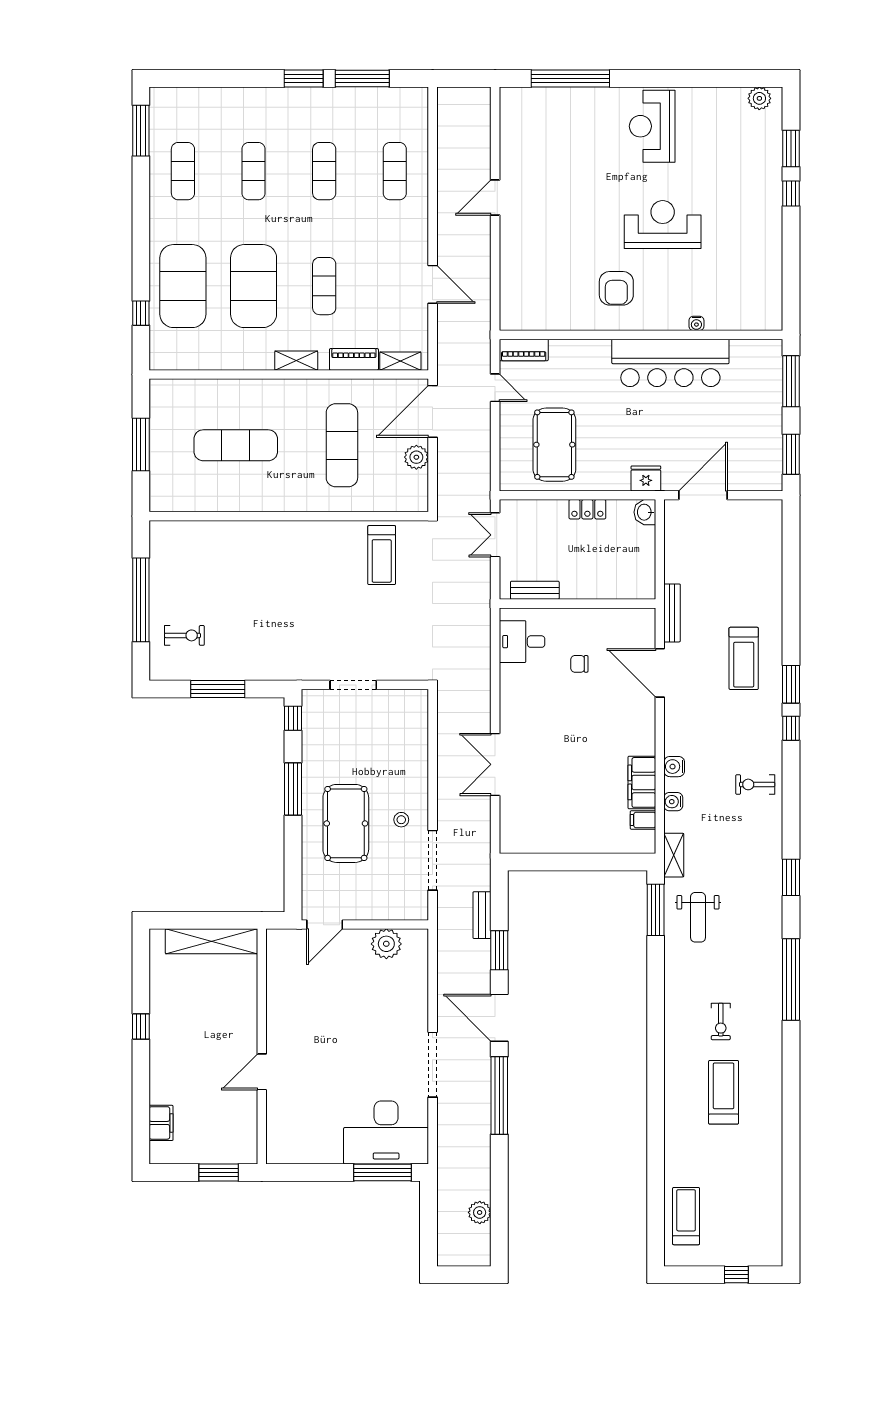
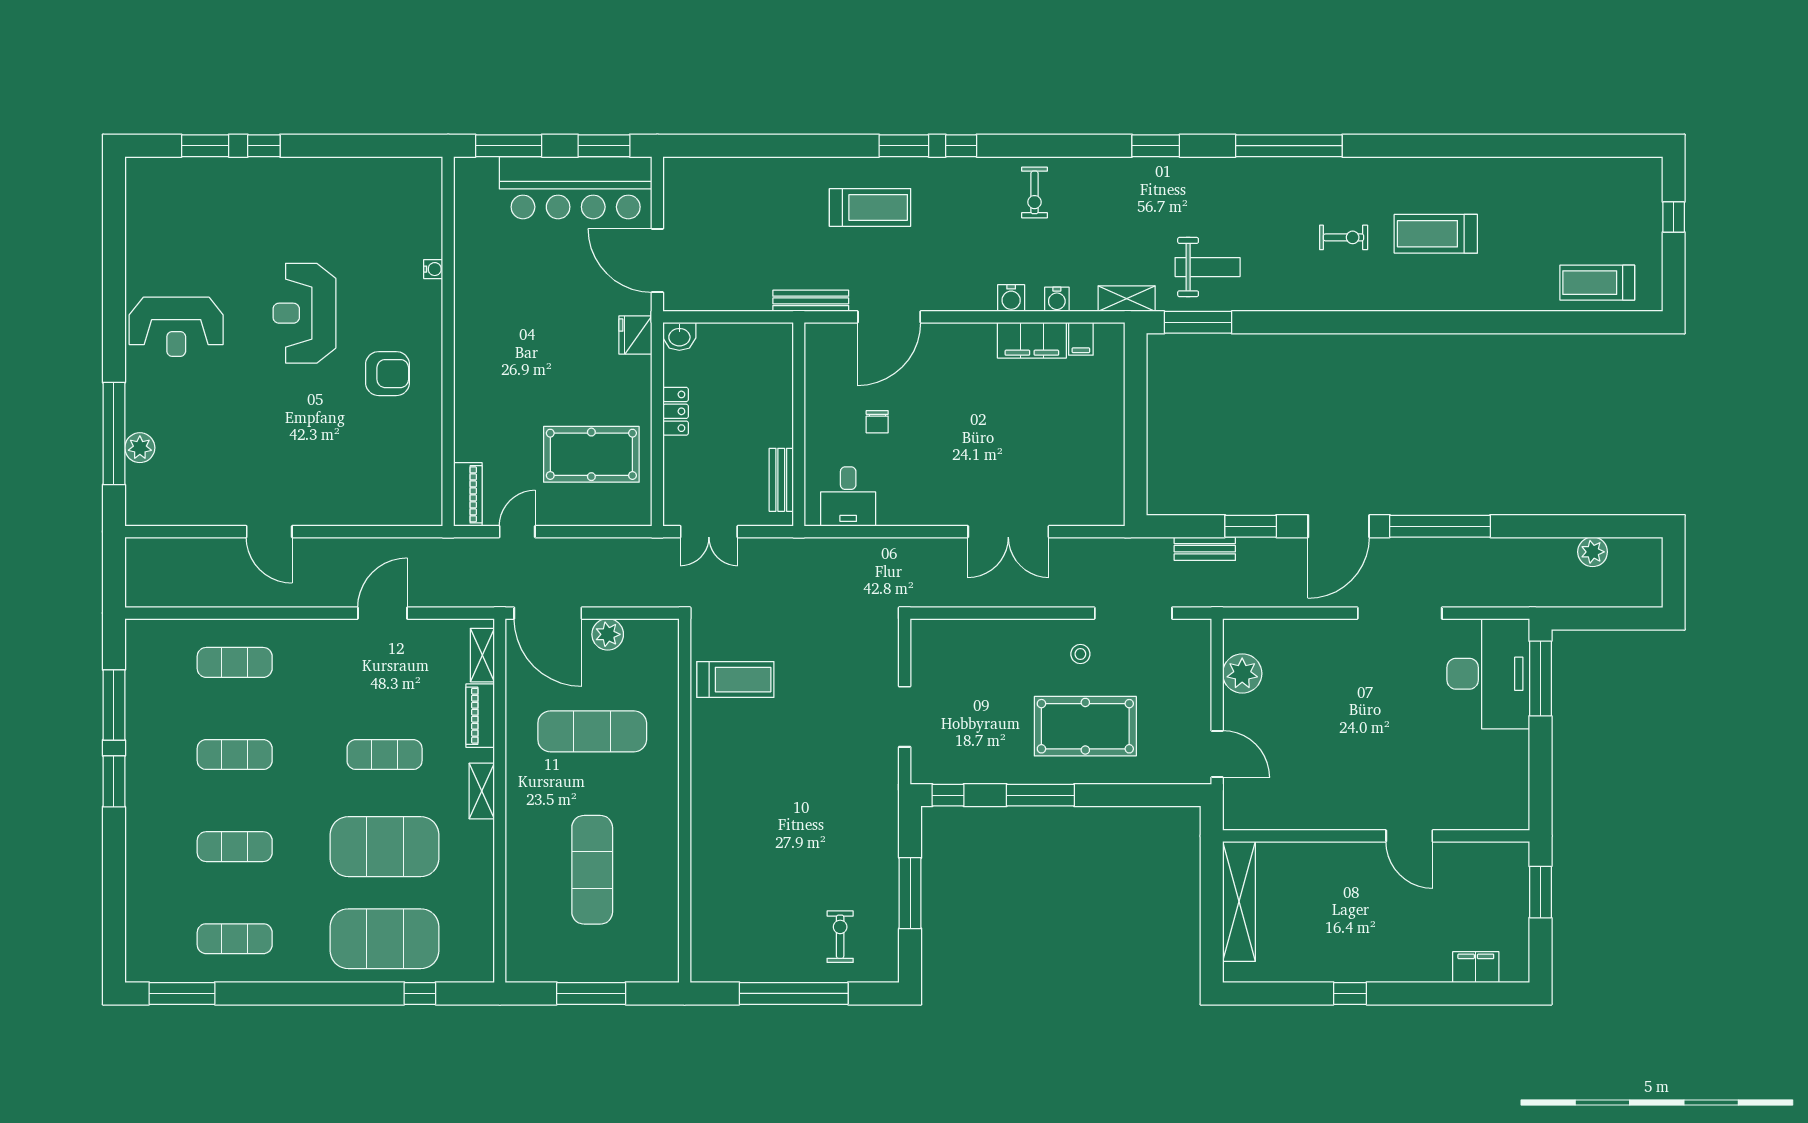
plant: (759, 98) -> (140, 448), moved
bar counter: (670, 363) -> (576, 188), moved, turned 90

